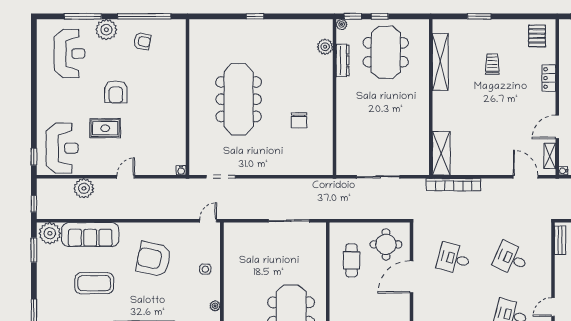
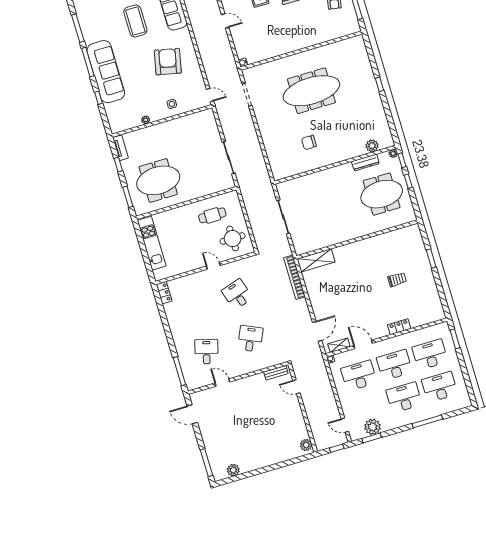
pallet: (537, 36) -> (429, 308), removed
shelving: (440, 62) -> (387, 239), removed
desk: (454, 259) -> (237, 294), turned -33
door: (412, 277) -> (213, 266), width x0.53

